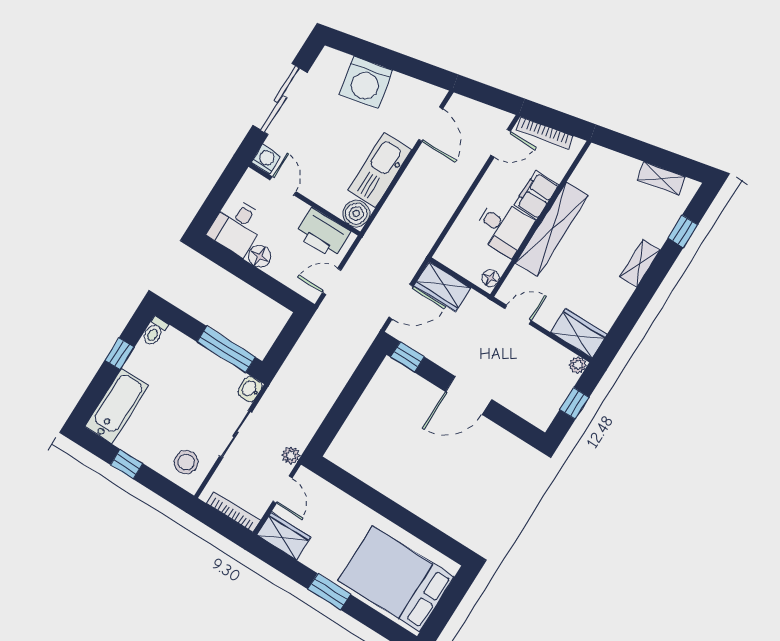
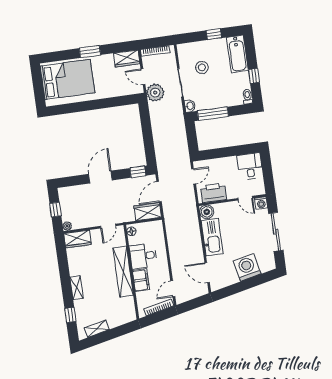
floor lamp: (260, 256) -> (231, 162), removed
plant: (291, 455) -> (155, 93), width x1.88, depth x1.88
stool: (186, 462) -> (202, 67), moved

